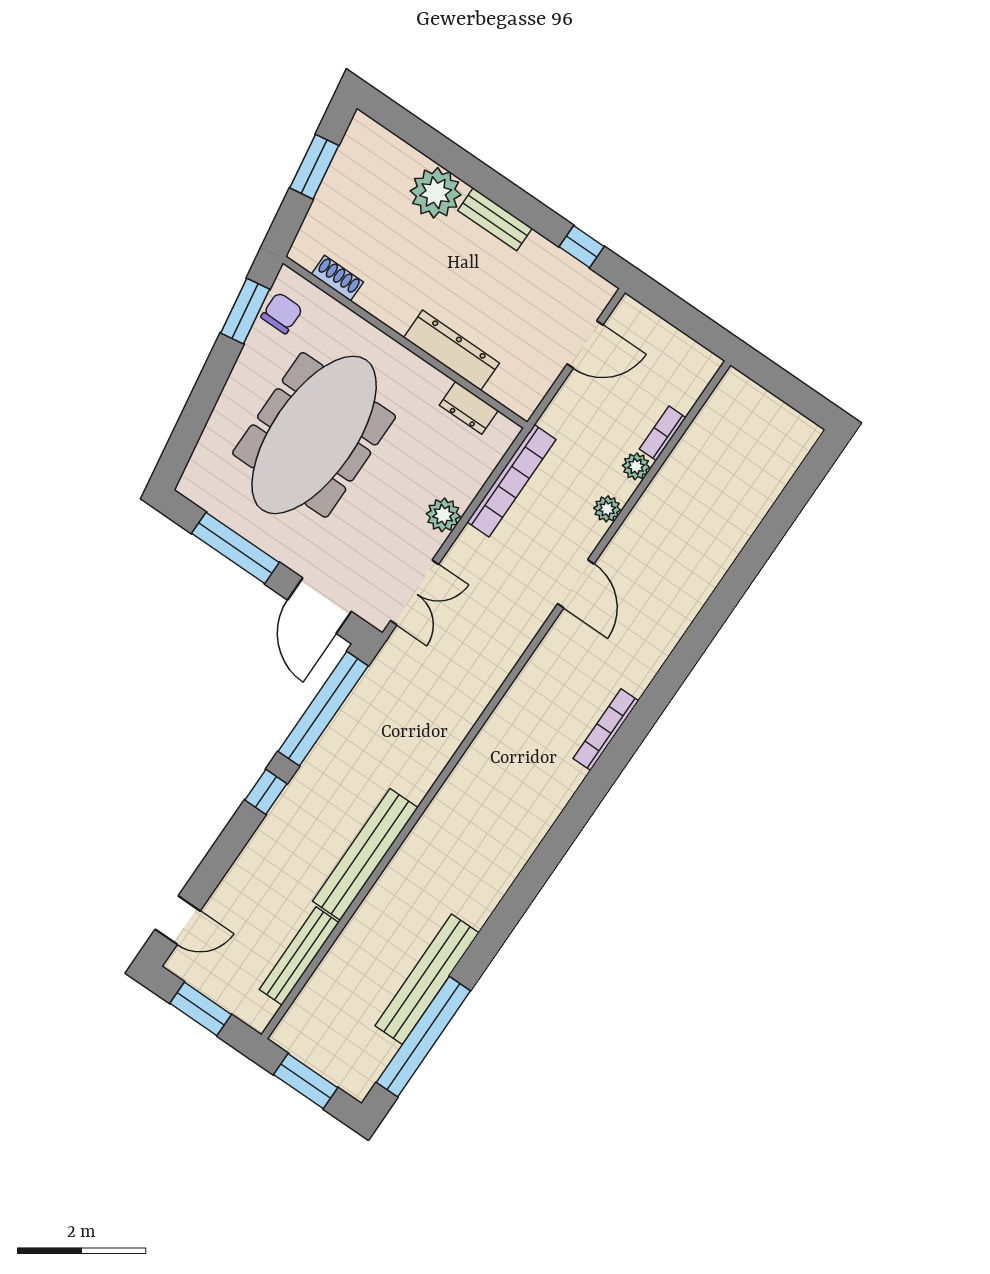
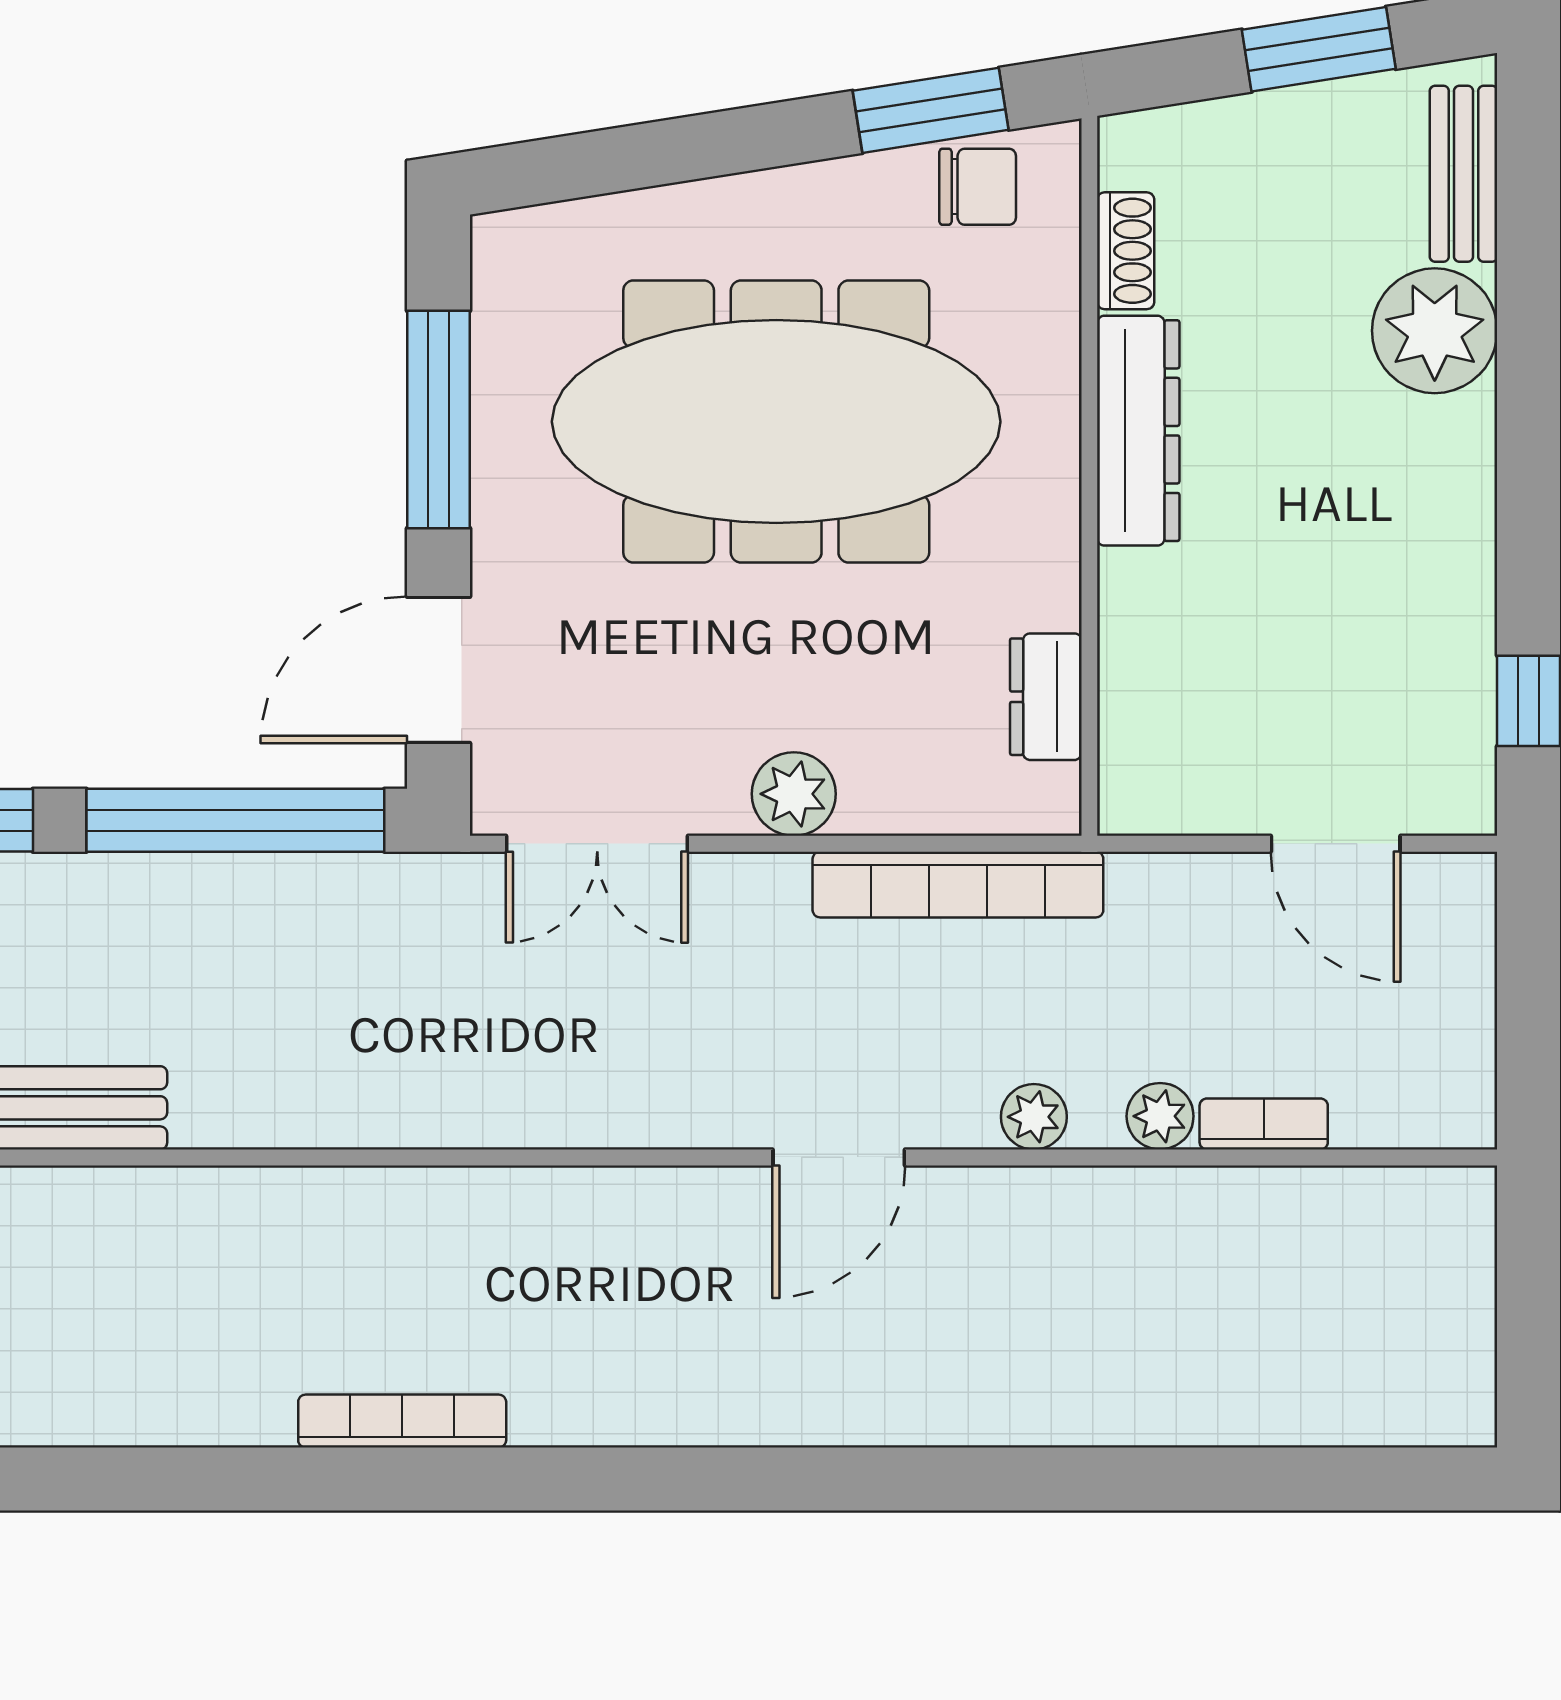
bench: (495, 219) -> (1464, 174), moved
dresser: (452, 350) -> (1138, 431), moved
bookcase: (606, 730) -> (402, 1421), moved

